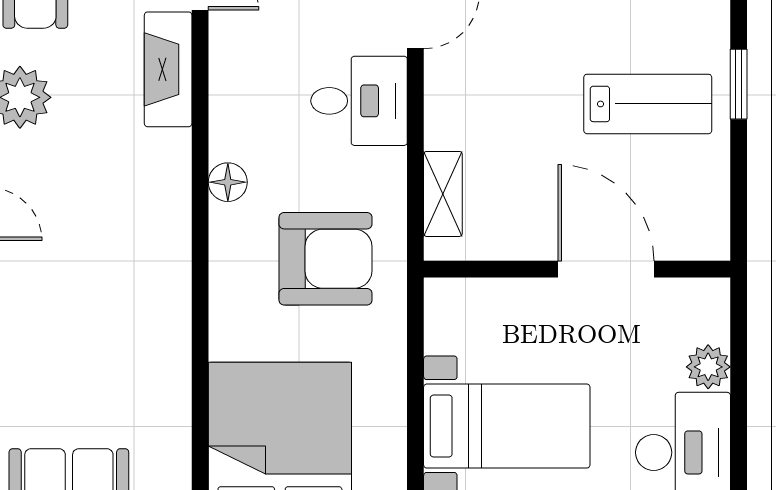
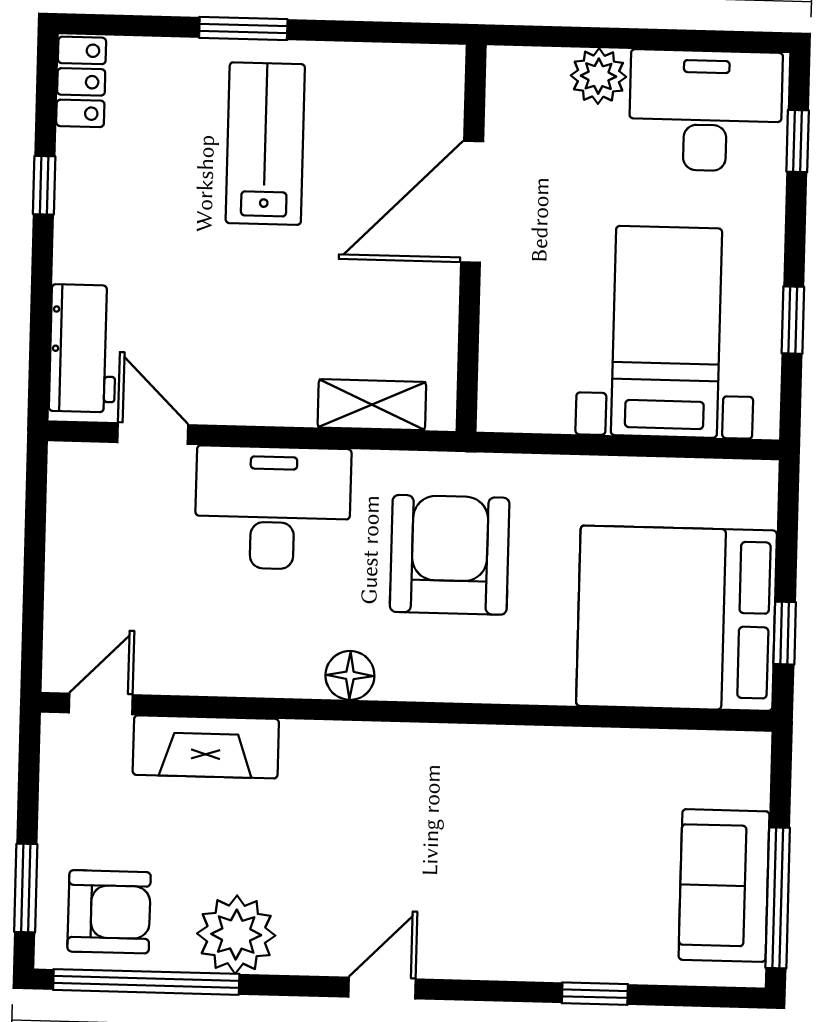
desk: (359, 101) -> (273, 508), width x1.37

